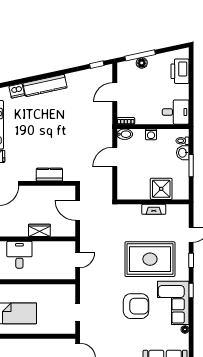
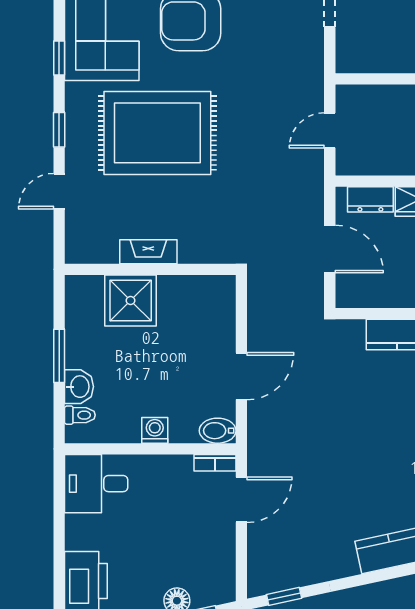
door: (115, 92) -> (241, 500), moved
dresser: (61, 231) -> (370, 199), added

